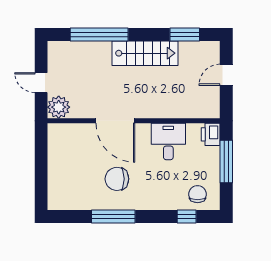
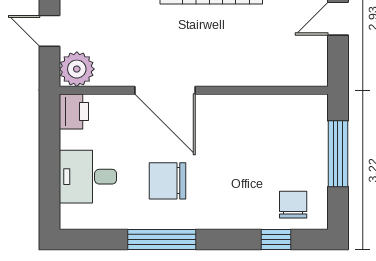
printer: (211, 134) -> (74, 112), moved, turned 180
desk: (168, 141) -> (88, 177), moved, turned -90

